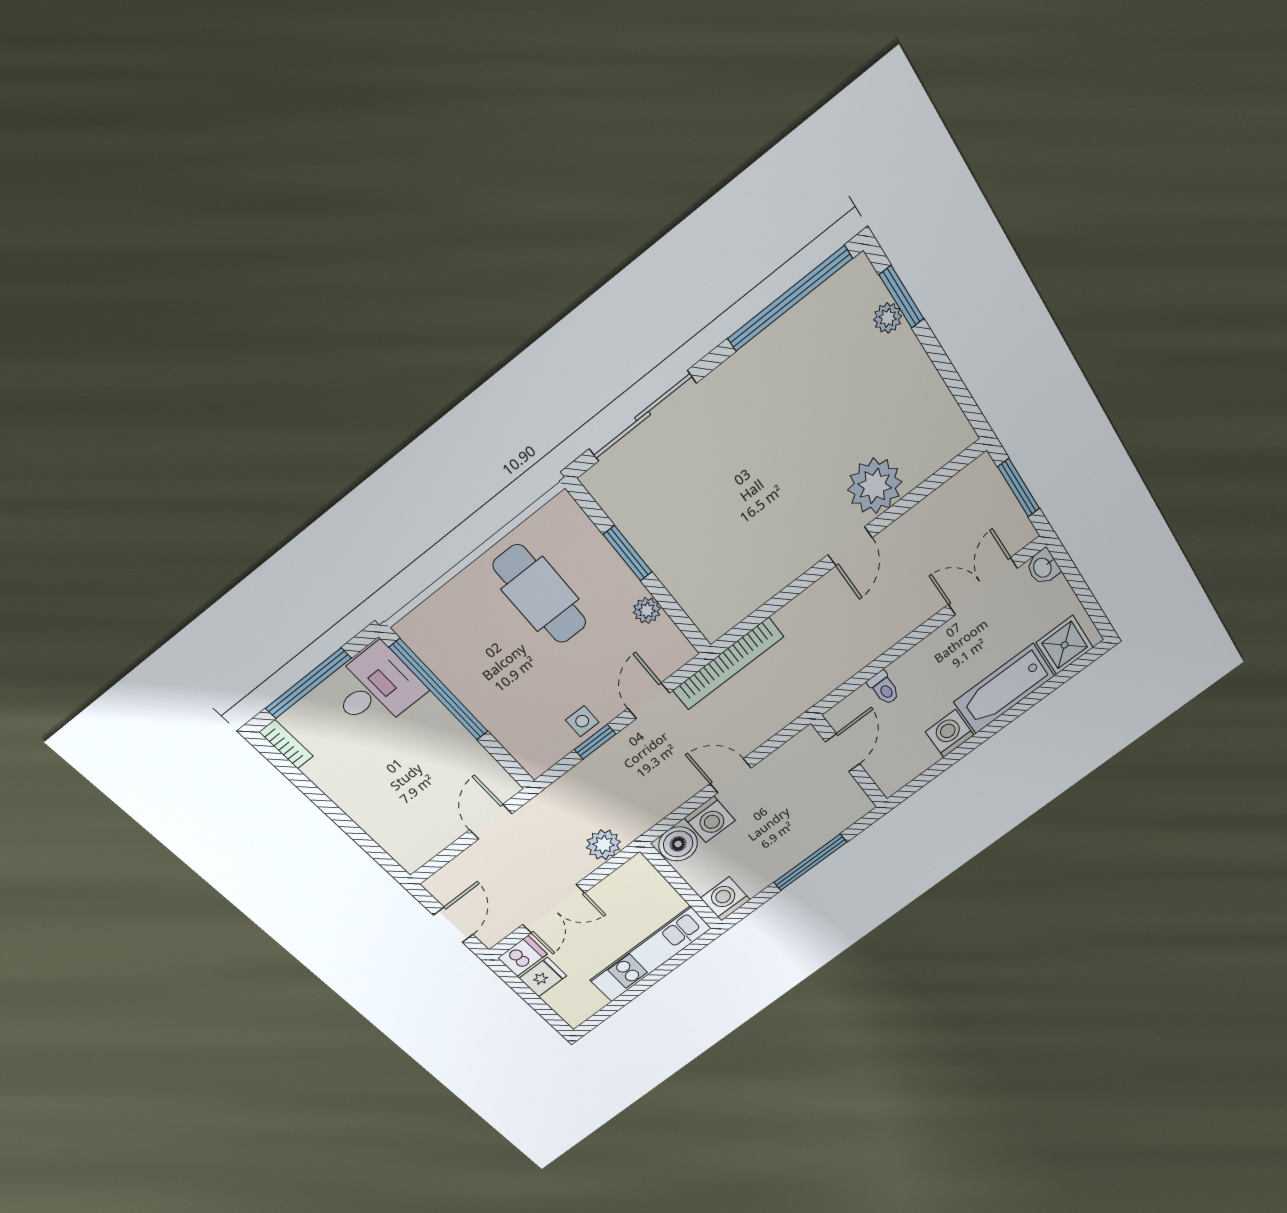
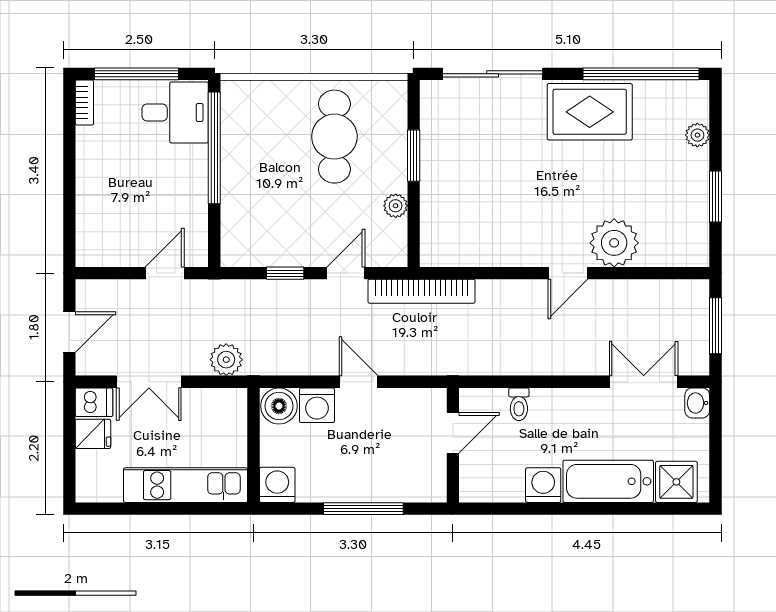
window: (901, 297) -> (716, 197), moved
rug: (765, 378) -> (590, 112), added
side table: (582, 721) -> (289, 250), removed

